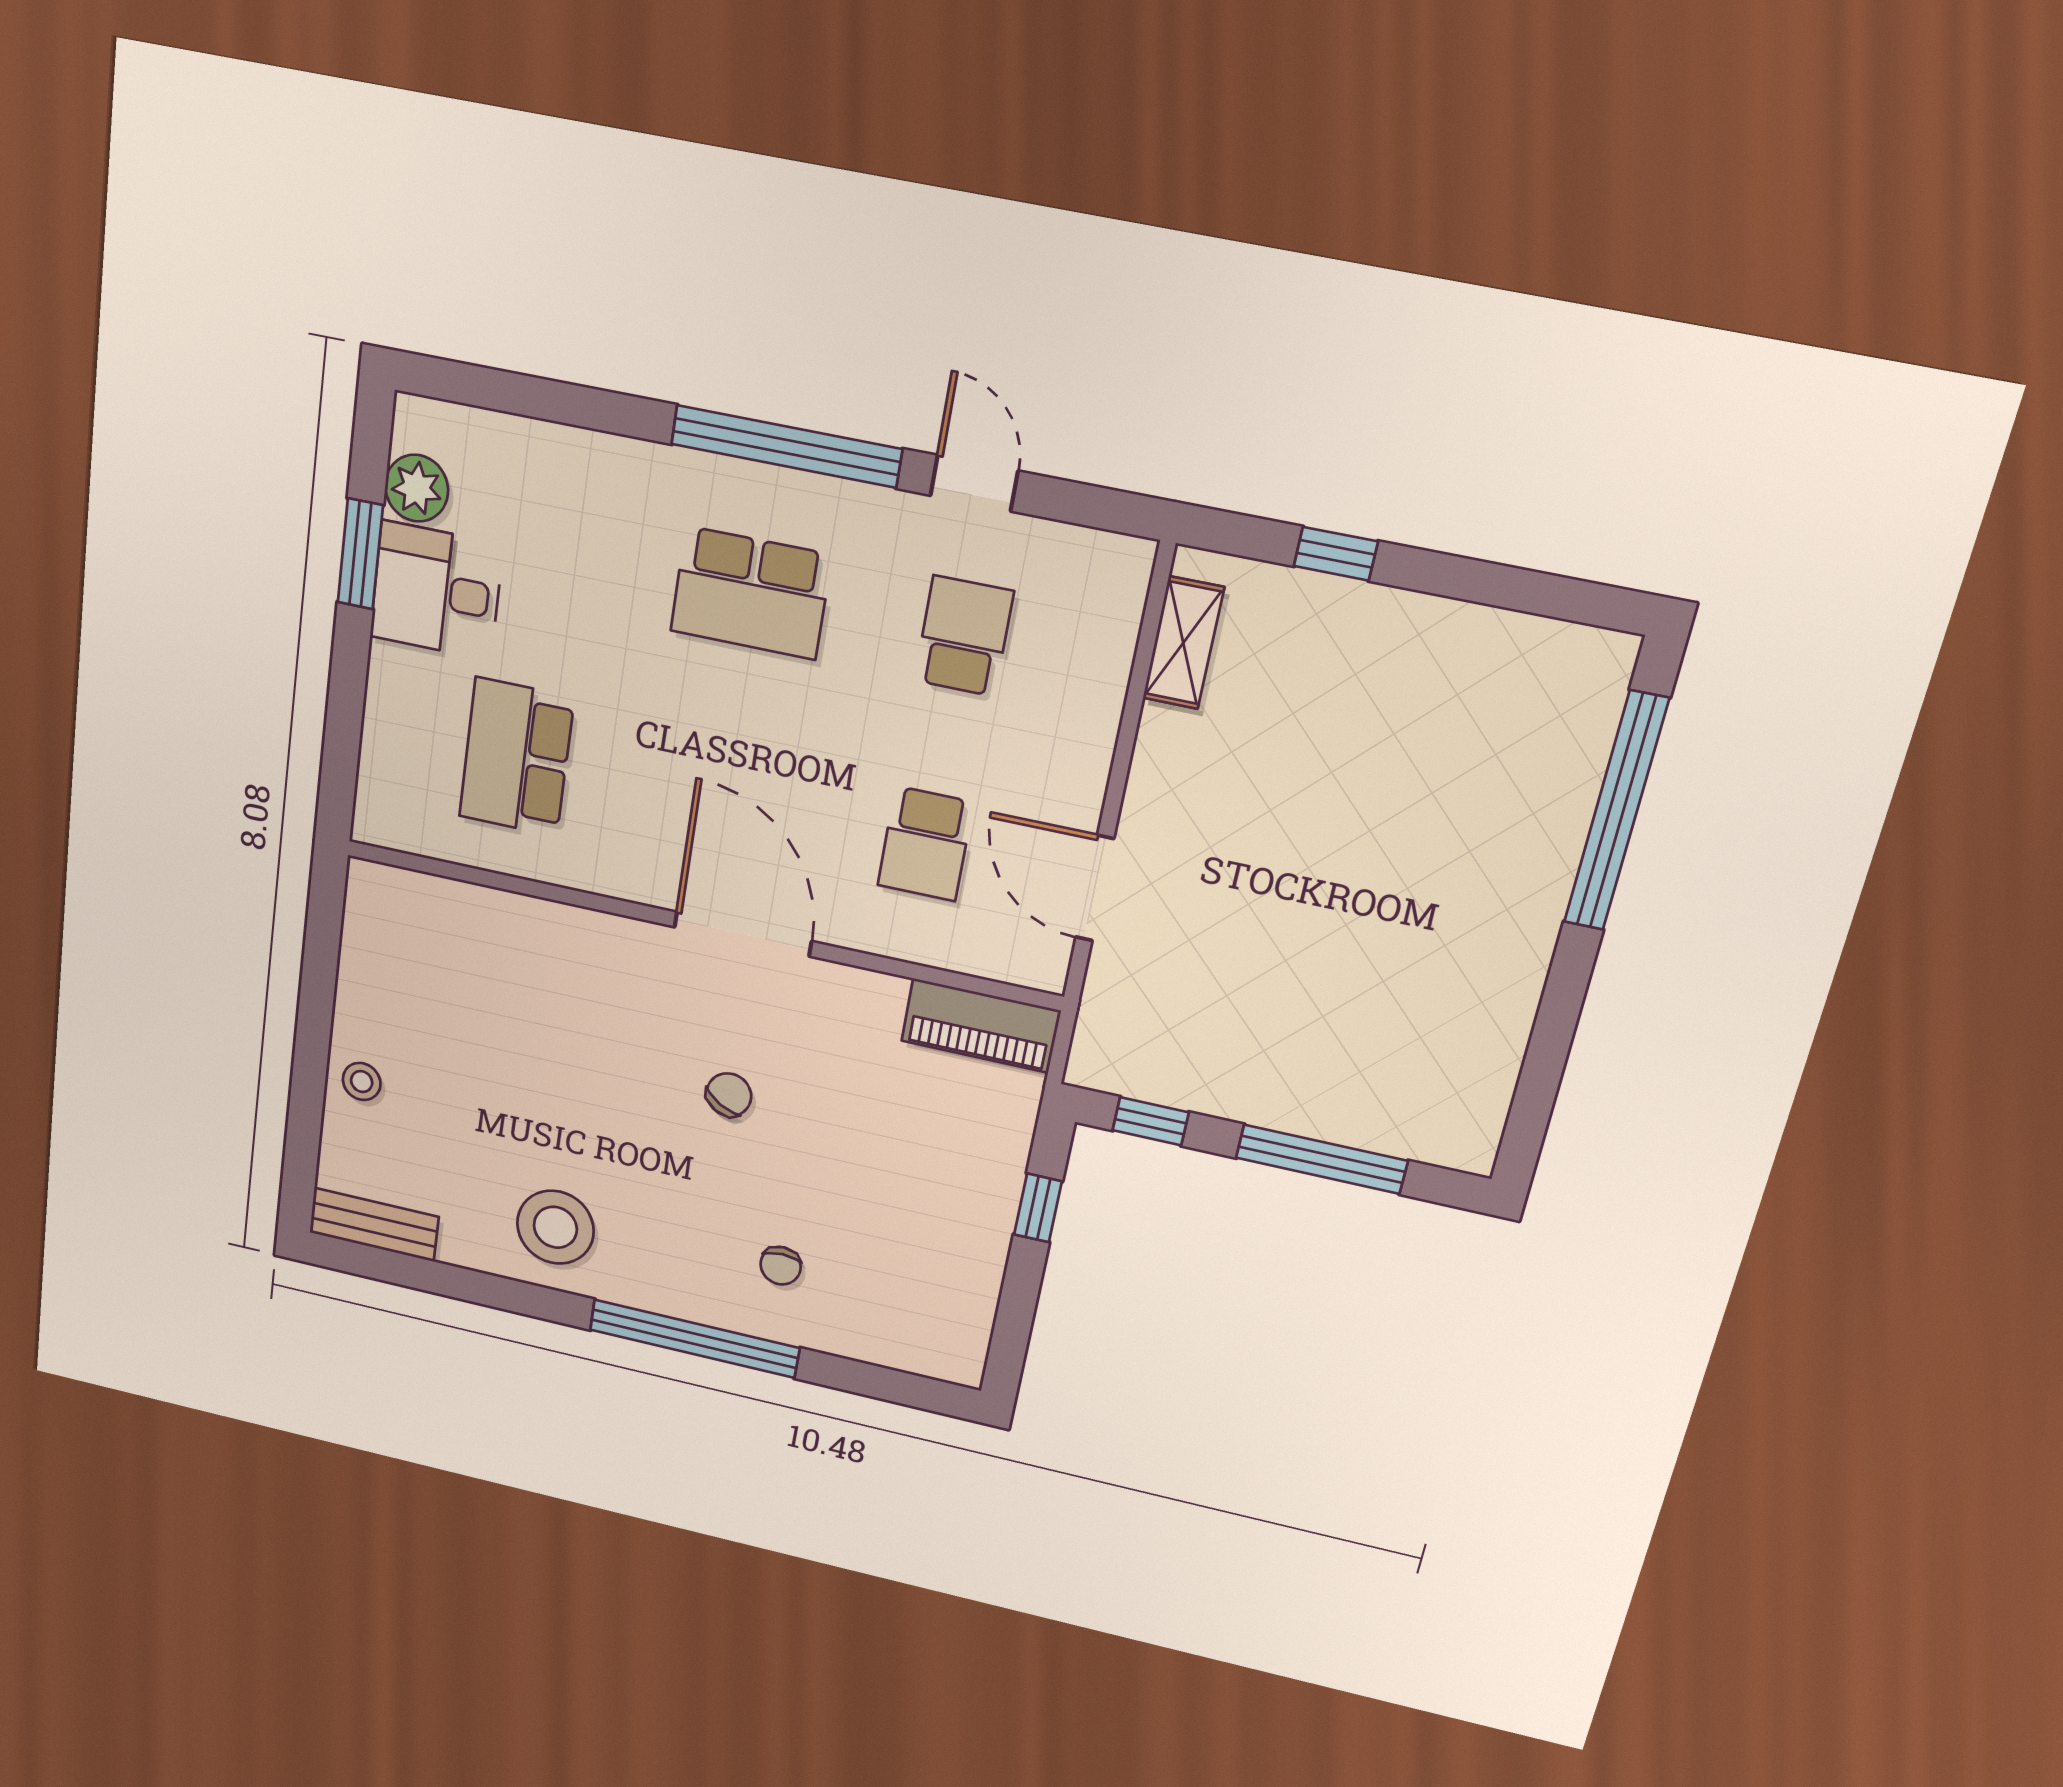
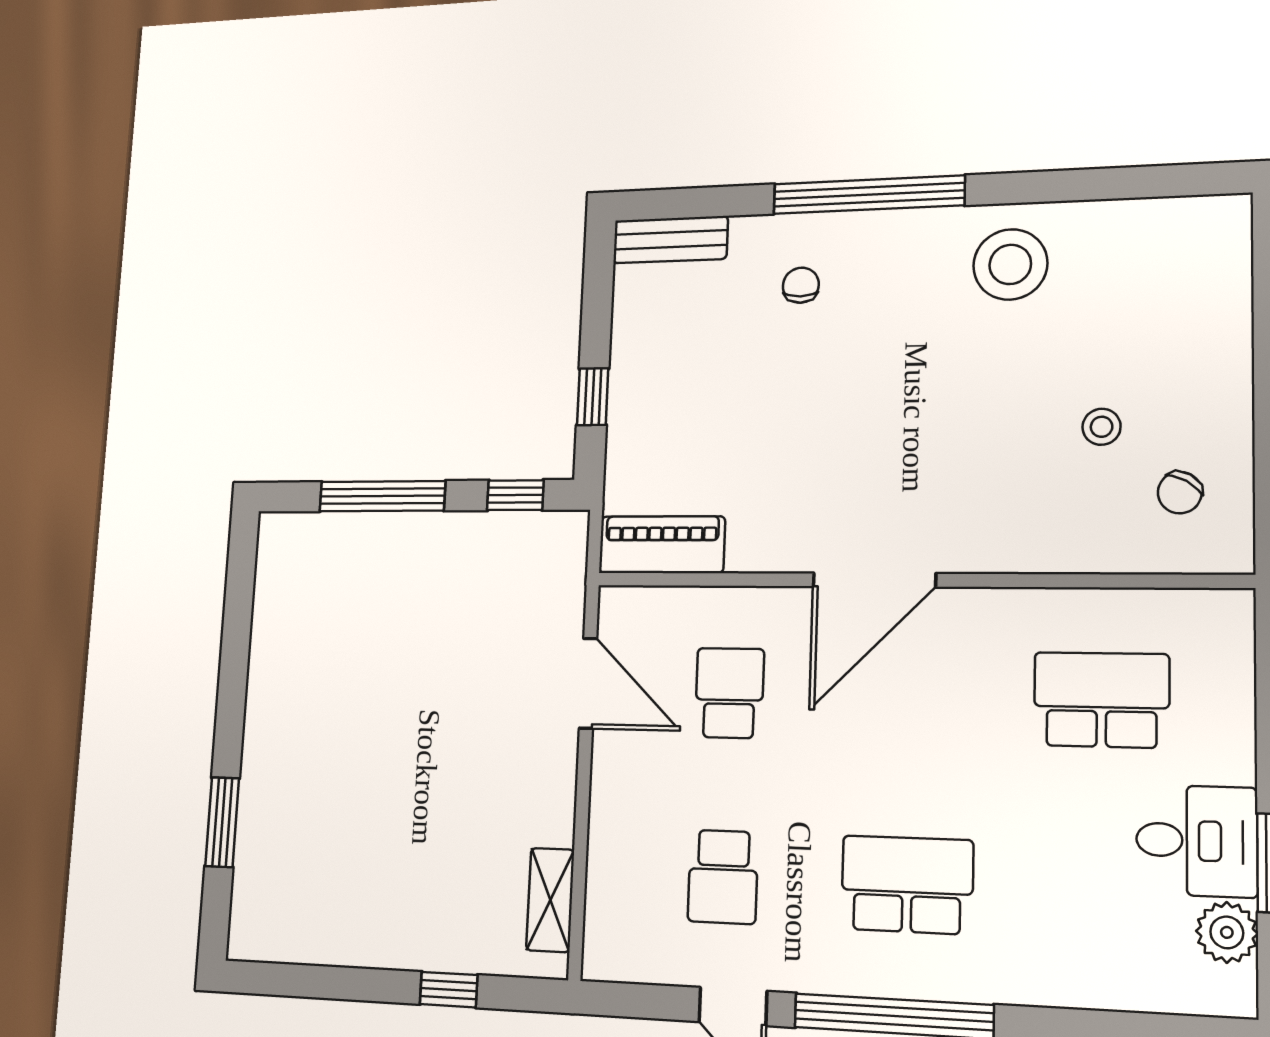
school desk: (516, 757) -> (1101, 700), turned -90
window: (1616, 812) -> (222, 822), width x0.47
door: (743, 934) -> (874, 580), hinge flipped
stool: (362, 1081) -> (1102, 427), moved
chair: (729, 1095) -> (1180, 493), moved
bench: (374, 1225) -> (670, 240), moved

